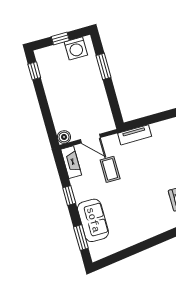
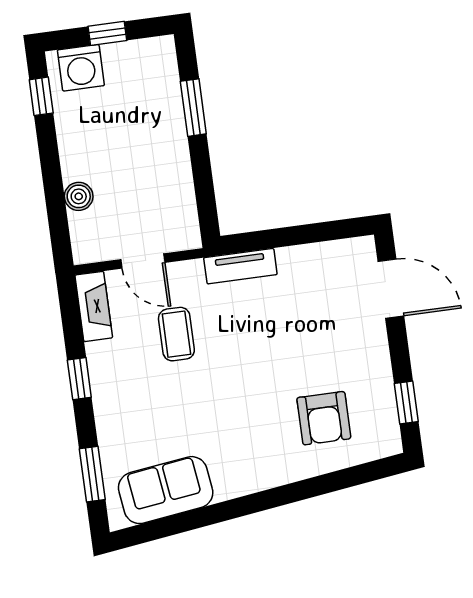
washing machine: (76, 48) -> (81, 68), moved
boiler: (64, 137) -> (79, 196), moved
sofa: (93, 220) -> (166, 490), moved, turned -97

